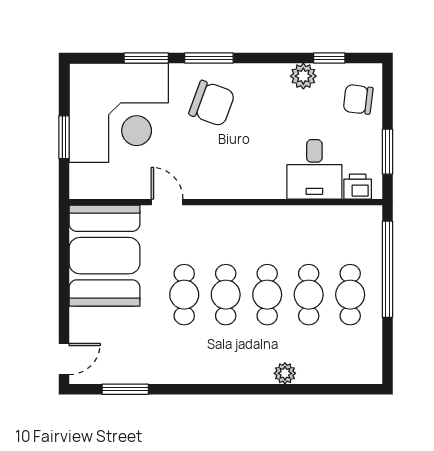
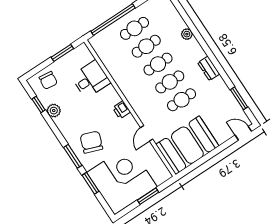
printer: (358, 187) -> (121, 110), moved
dresser: (206, 372) -> (209, 68), added

